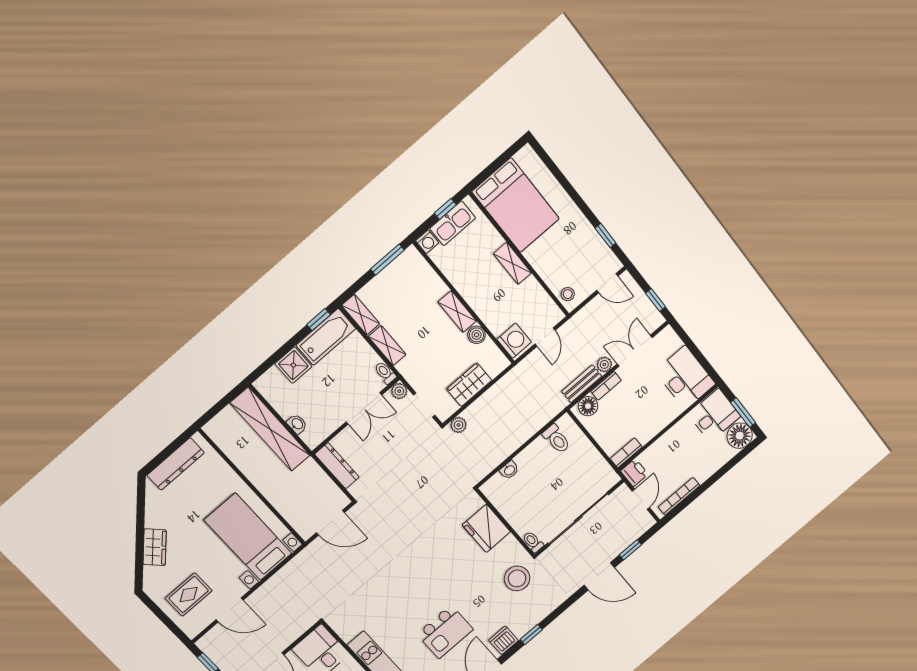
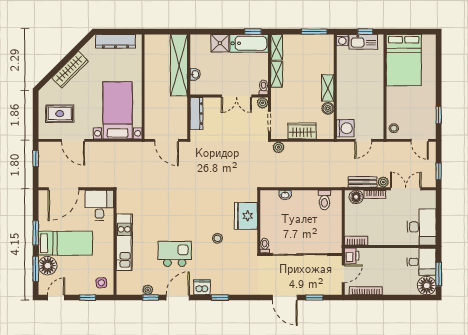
shelving: (512, 263) -> (378, 88), removed
wardrobe: (155, 547) -> (70, 70), width x1.50
stool: (517, 578) -> (217, 238), moved, width x0.53, depth x0.53
kitchen island: (445, 632) -> (175, 254), turned 180

